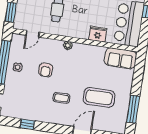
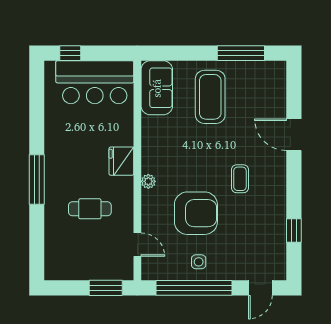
fridge: (98, 34) -> (121, 161), moved
armchair: (46, 70) -> (196, 213), width x1.88, depth x1.88
coffee table: (99, 97) -> (210, 97), moved

